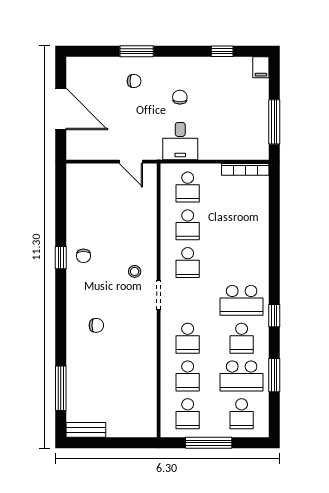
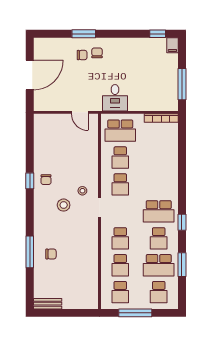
window: (222, 51) -> (158, 34), moved
chair: (180, 97) -> (97, 53), moved
door: (61, 109) -> (30, 75), hinge flipped
school desk: (188, 187) -> (120, 131), width x1.85
stool: (108, 291) -> (64, 205), added
chair: (96, 325) -> (51, 254), moved
window: (61, 388) -> (30, 252), moved

